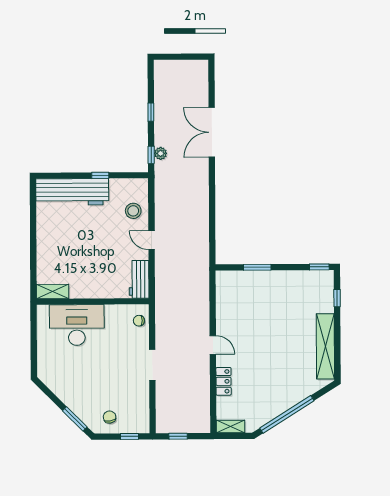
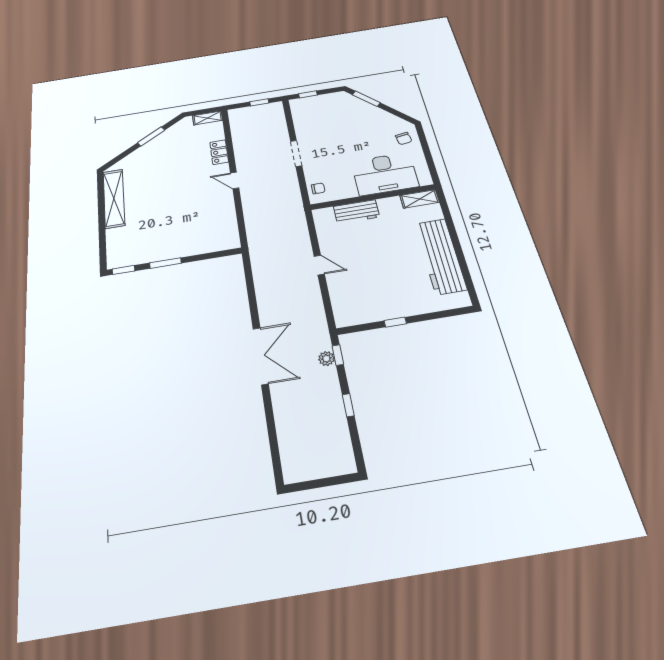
double door: (212, 132) -> (261, 356), moved
workbench: (72, 192) -> (440, 256), moved, turned -90
stool: (133, 211) -> (347, 291), removed
window: (257, 267) -> (165, 263), moved
workbench: (139, 279) -> (356, 212), moved, turned 90
window: (337, 298) -> (102, 244), removed
window: (287, 414) -> (151, 136), width x0.47
chair: (110, 417) -> (404, 138), moved

